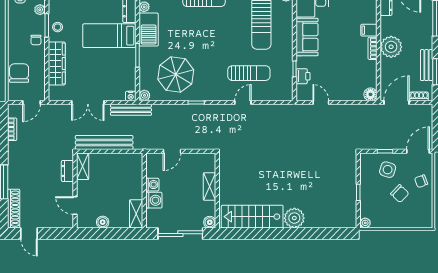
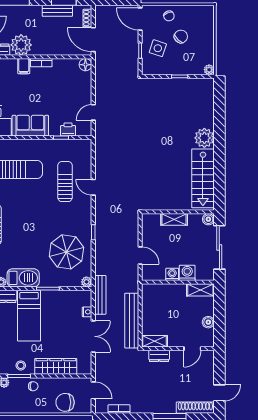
plant: (391, 47) -> (21, 45), moved
nightstand: (131, 96) -> (87, 312), moved

